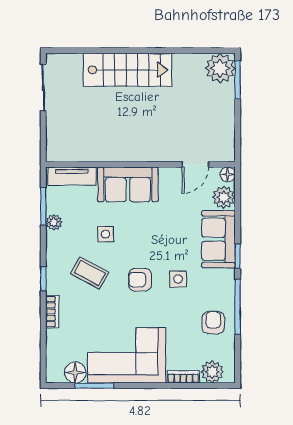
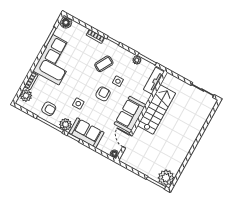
stairs: (128, 70) -> (157, 109), moved, turned 180
sofa: (128, 184) -> (130, 114), moved
plant: (224, 197) -> (65, 124), moved
armchair: (140, 280) -> (103, 94), moved
floor lamp: (75, 373) -> (66, 22), moved

